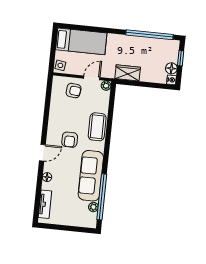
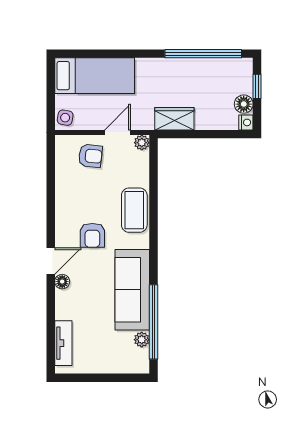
floor lamp: (47, 177) -> (62, 282), moved

